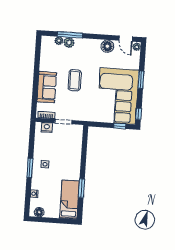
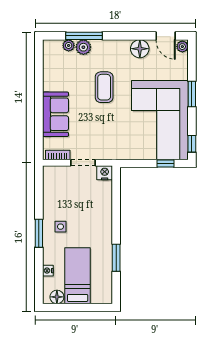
coffee table: (75, 80) -> (104, 87), moved
nightstand: (47, 127) -> (105, 173), moved
bed: (69, 200) -> (78, 276), moved

